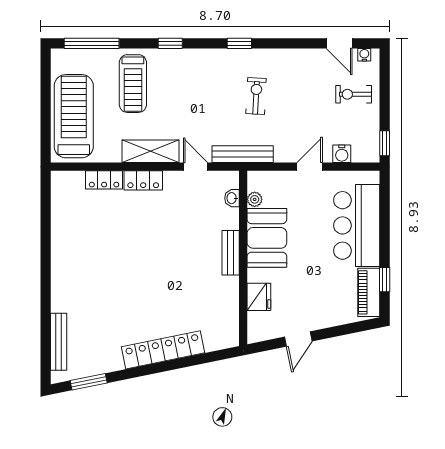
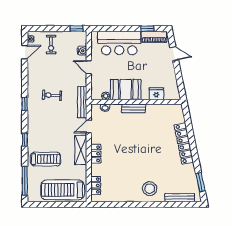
locker: (104, 180) -> (96, 185), moved
stool: (76, 284) -> (150, 189), added
door: (298, 339) -> (174, 54), moved

